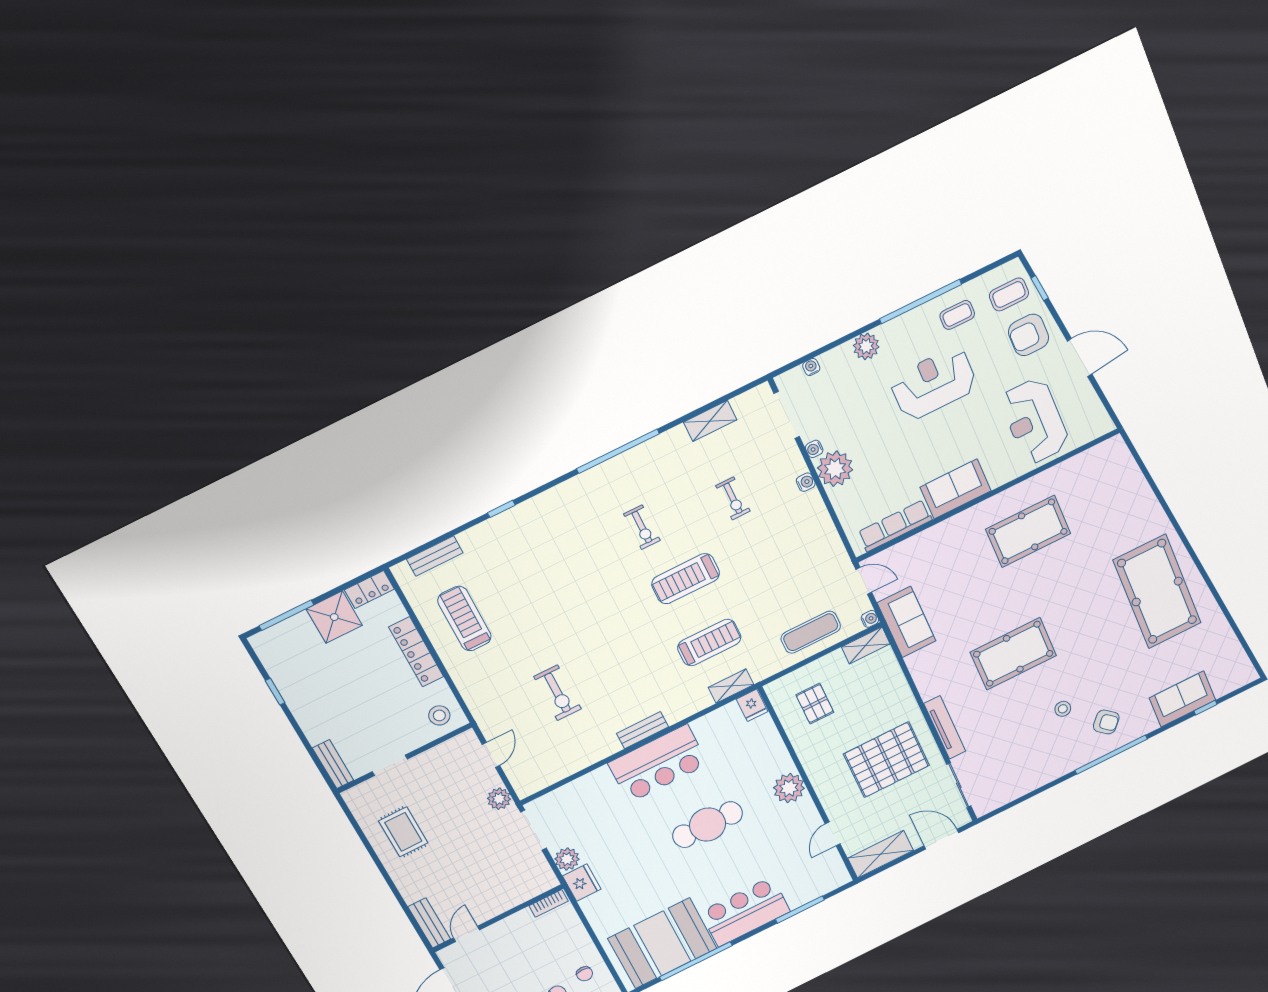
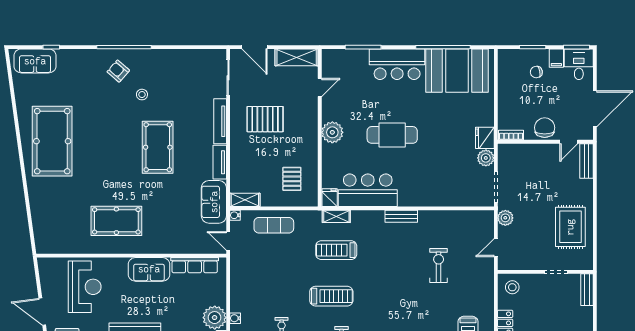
pool table: (1013, 654) -> (158, 147), turned 90
tv unit: (922, 676) -> (220, 162), added
sofa: (1182, 699) -> (35, 61), moved
pallet: (886, 760) -> (265, 119), width x0.73, depth x0.71
bar counter: (658, 764) -> (368, 190), moved
rug: (403, 832) -> (570, 227), width x1.36, depth x1.43
chair: (585, 974) -> (545, 128), moved, width x1.87, depth x1.87

